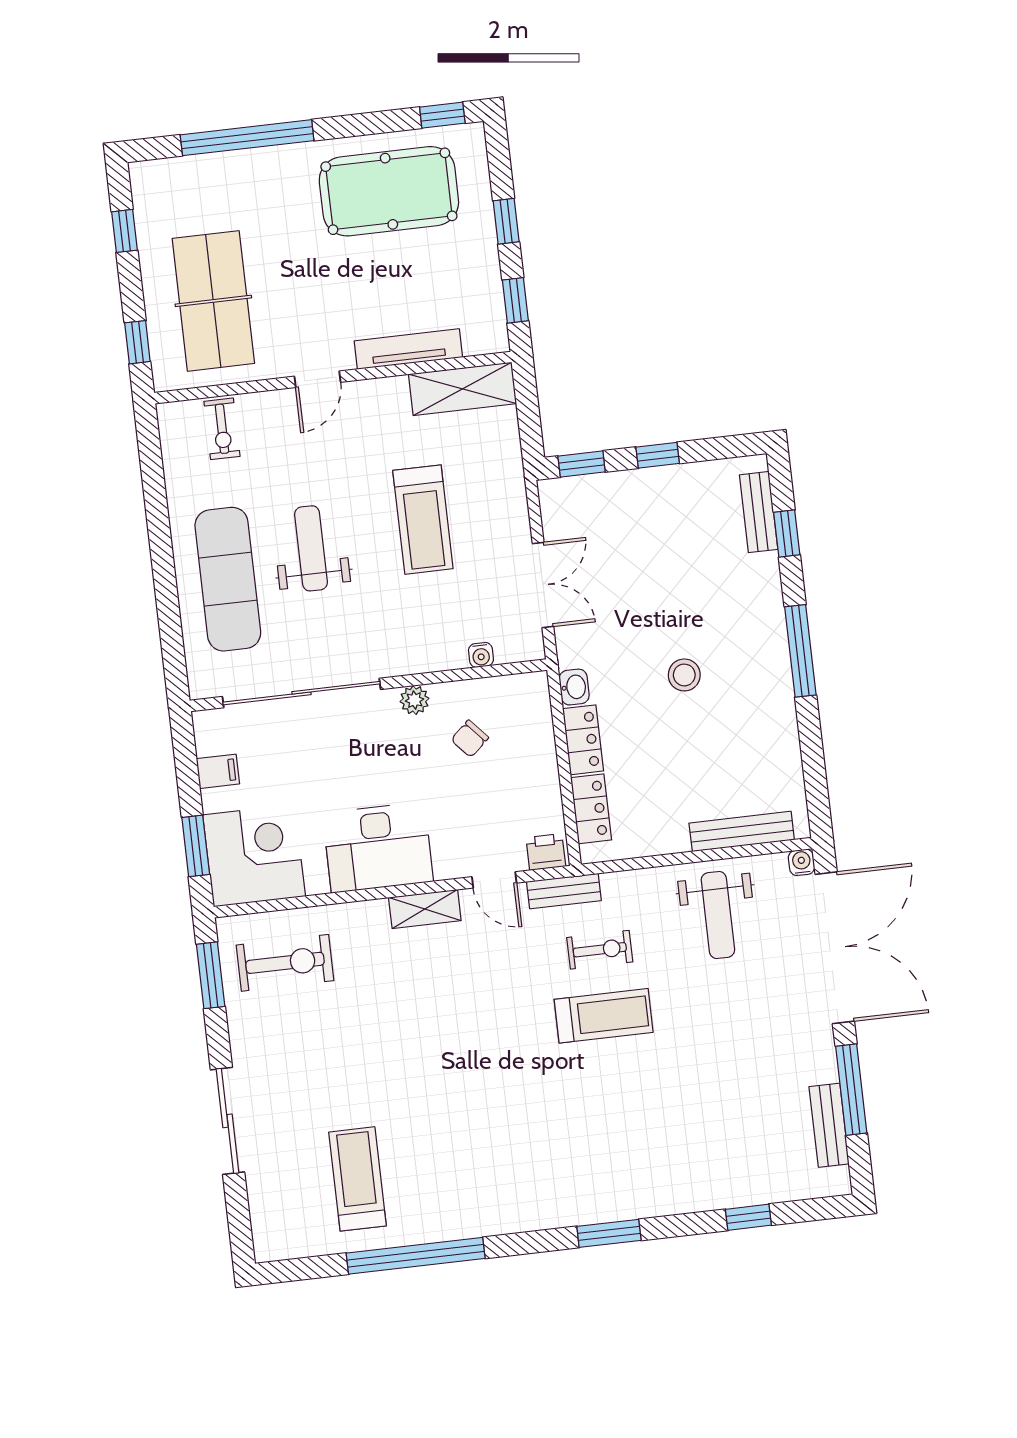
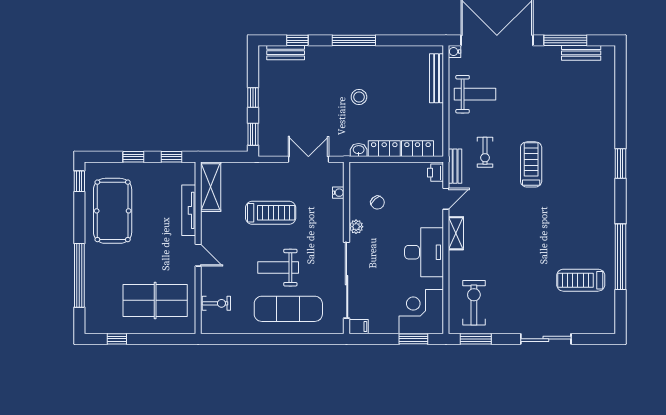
window: (137, 342) -> (171, 339), removed
filing cabinet: (218, 771) -> (359, 327), moved, turned 90
exercise bike: (600, 950) -> (485, 152), turned 180
treadmill: (604, 1016) -> (531, 164), moved
window: (748, 1217) -> (620, 96), removed

